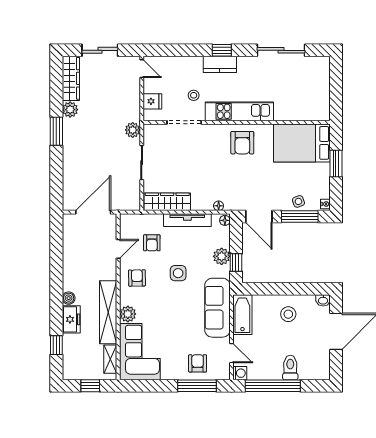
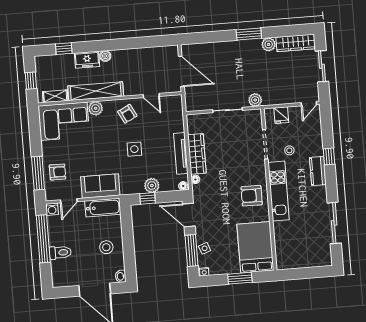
window: (222, 50) -> (329, 156), moved
wardrobe: (167, 202) -> (197, 154), moved
door: (259, 217) -> (189, 215), hinge flipped
armchair: (152, 243) -> (159, 124), removed
armchair: (137, 278) -> (127, 114), turned 64
sofa: (217, 308) -> (100, 186), width x0.73

